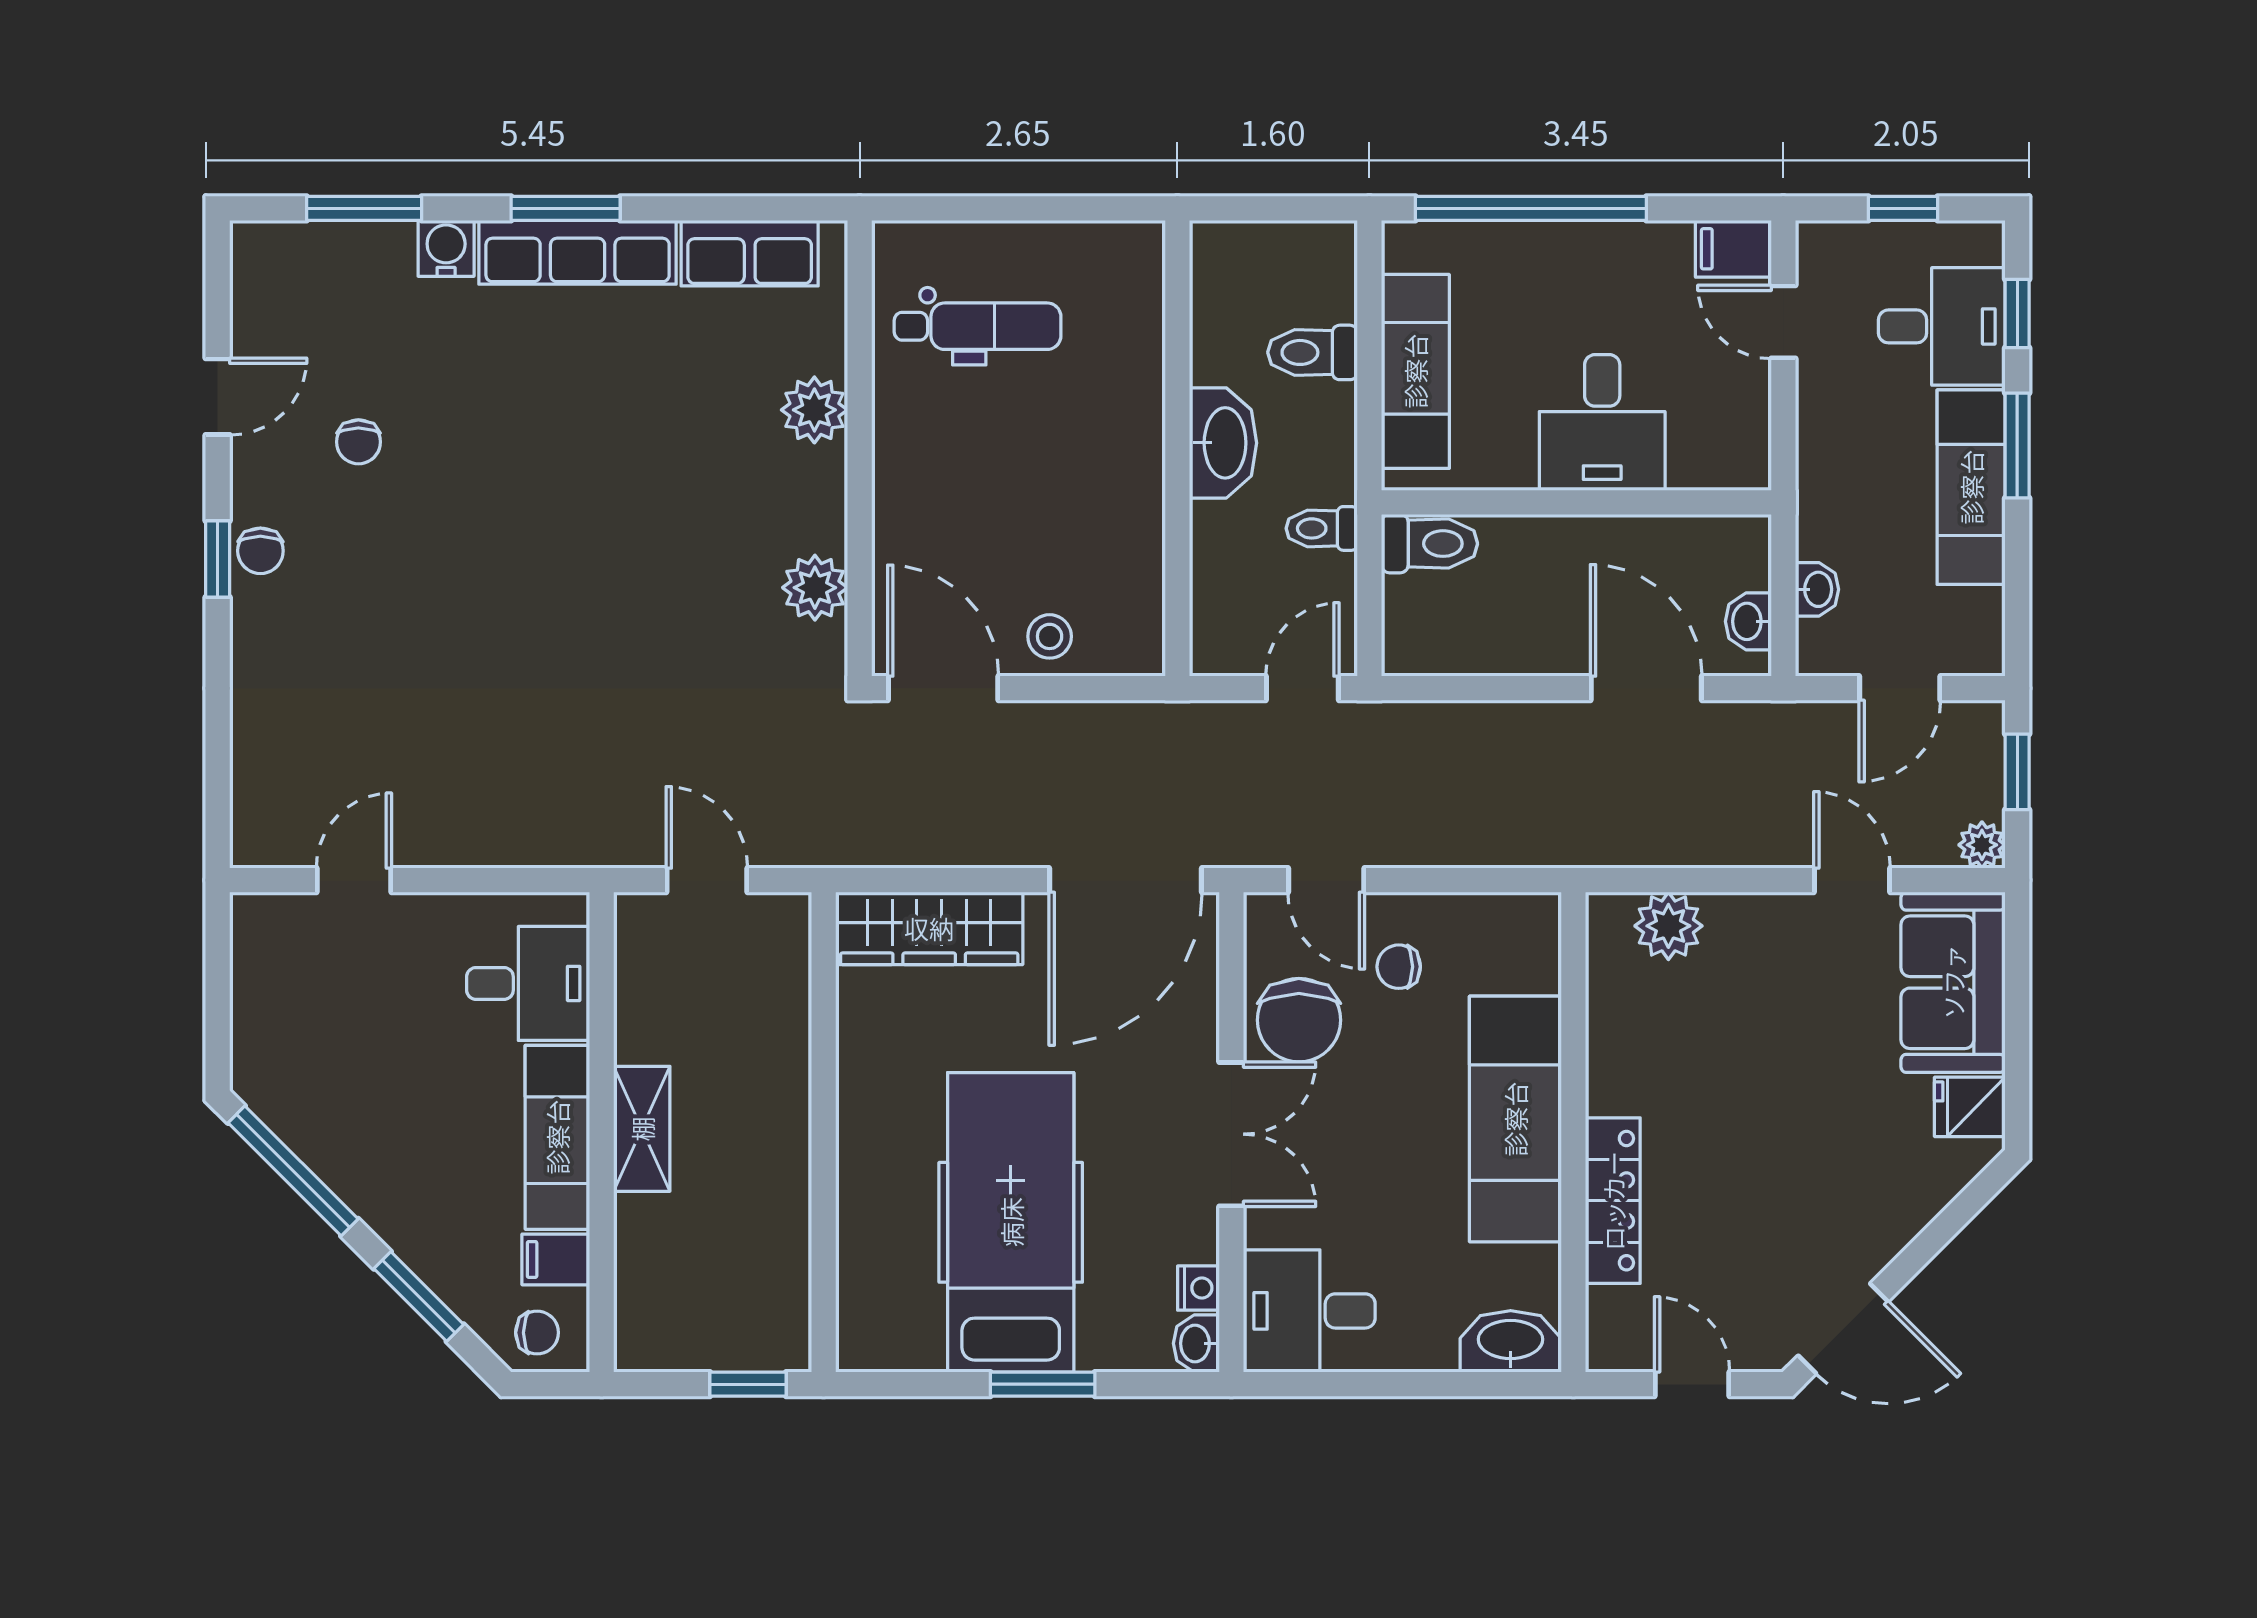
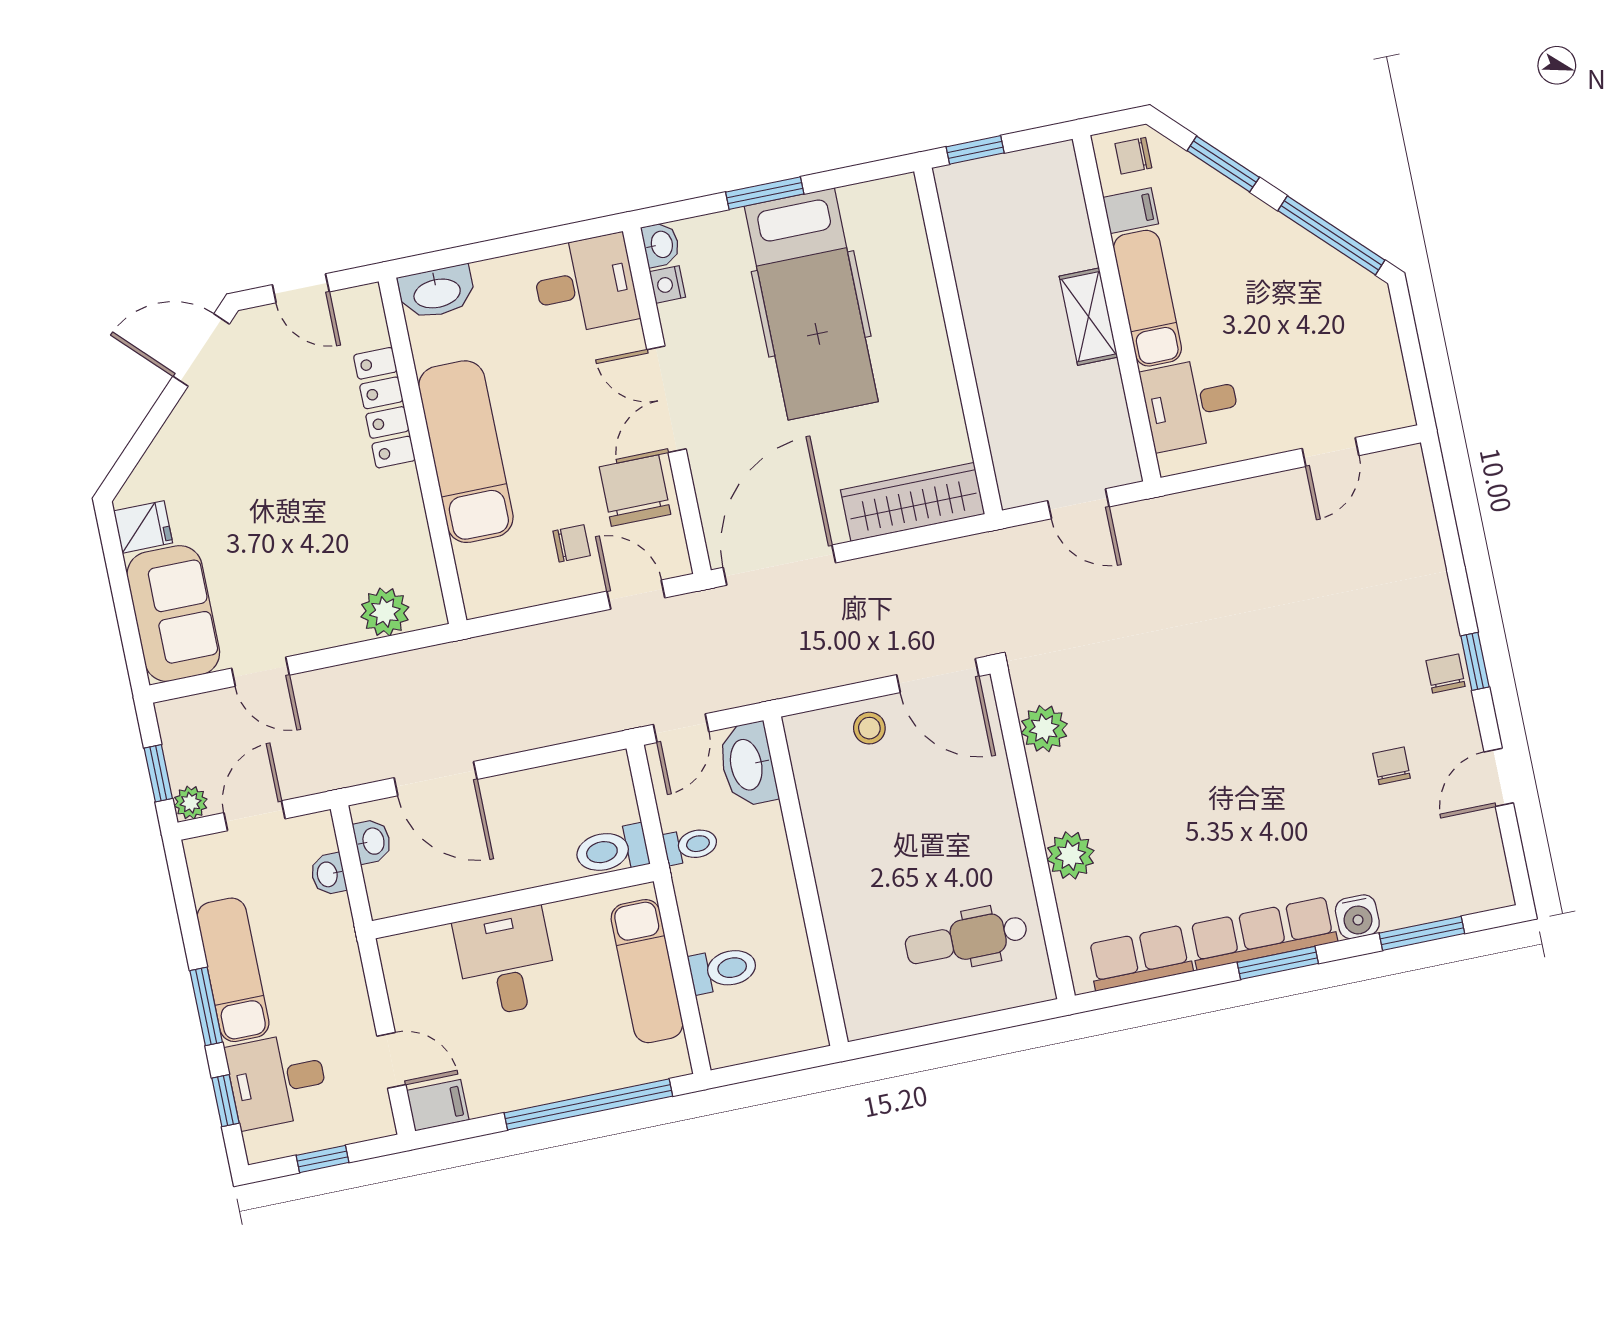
washbasin: (1223, 443) -> (748, 764), moved
plant: (1982, 845) -> (191, 803), moved

